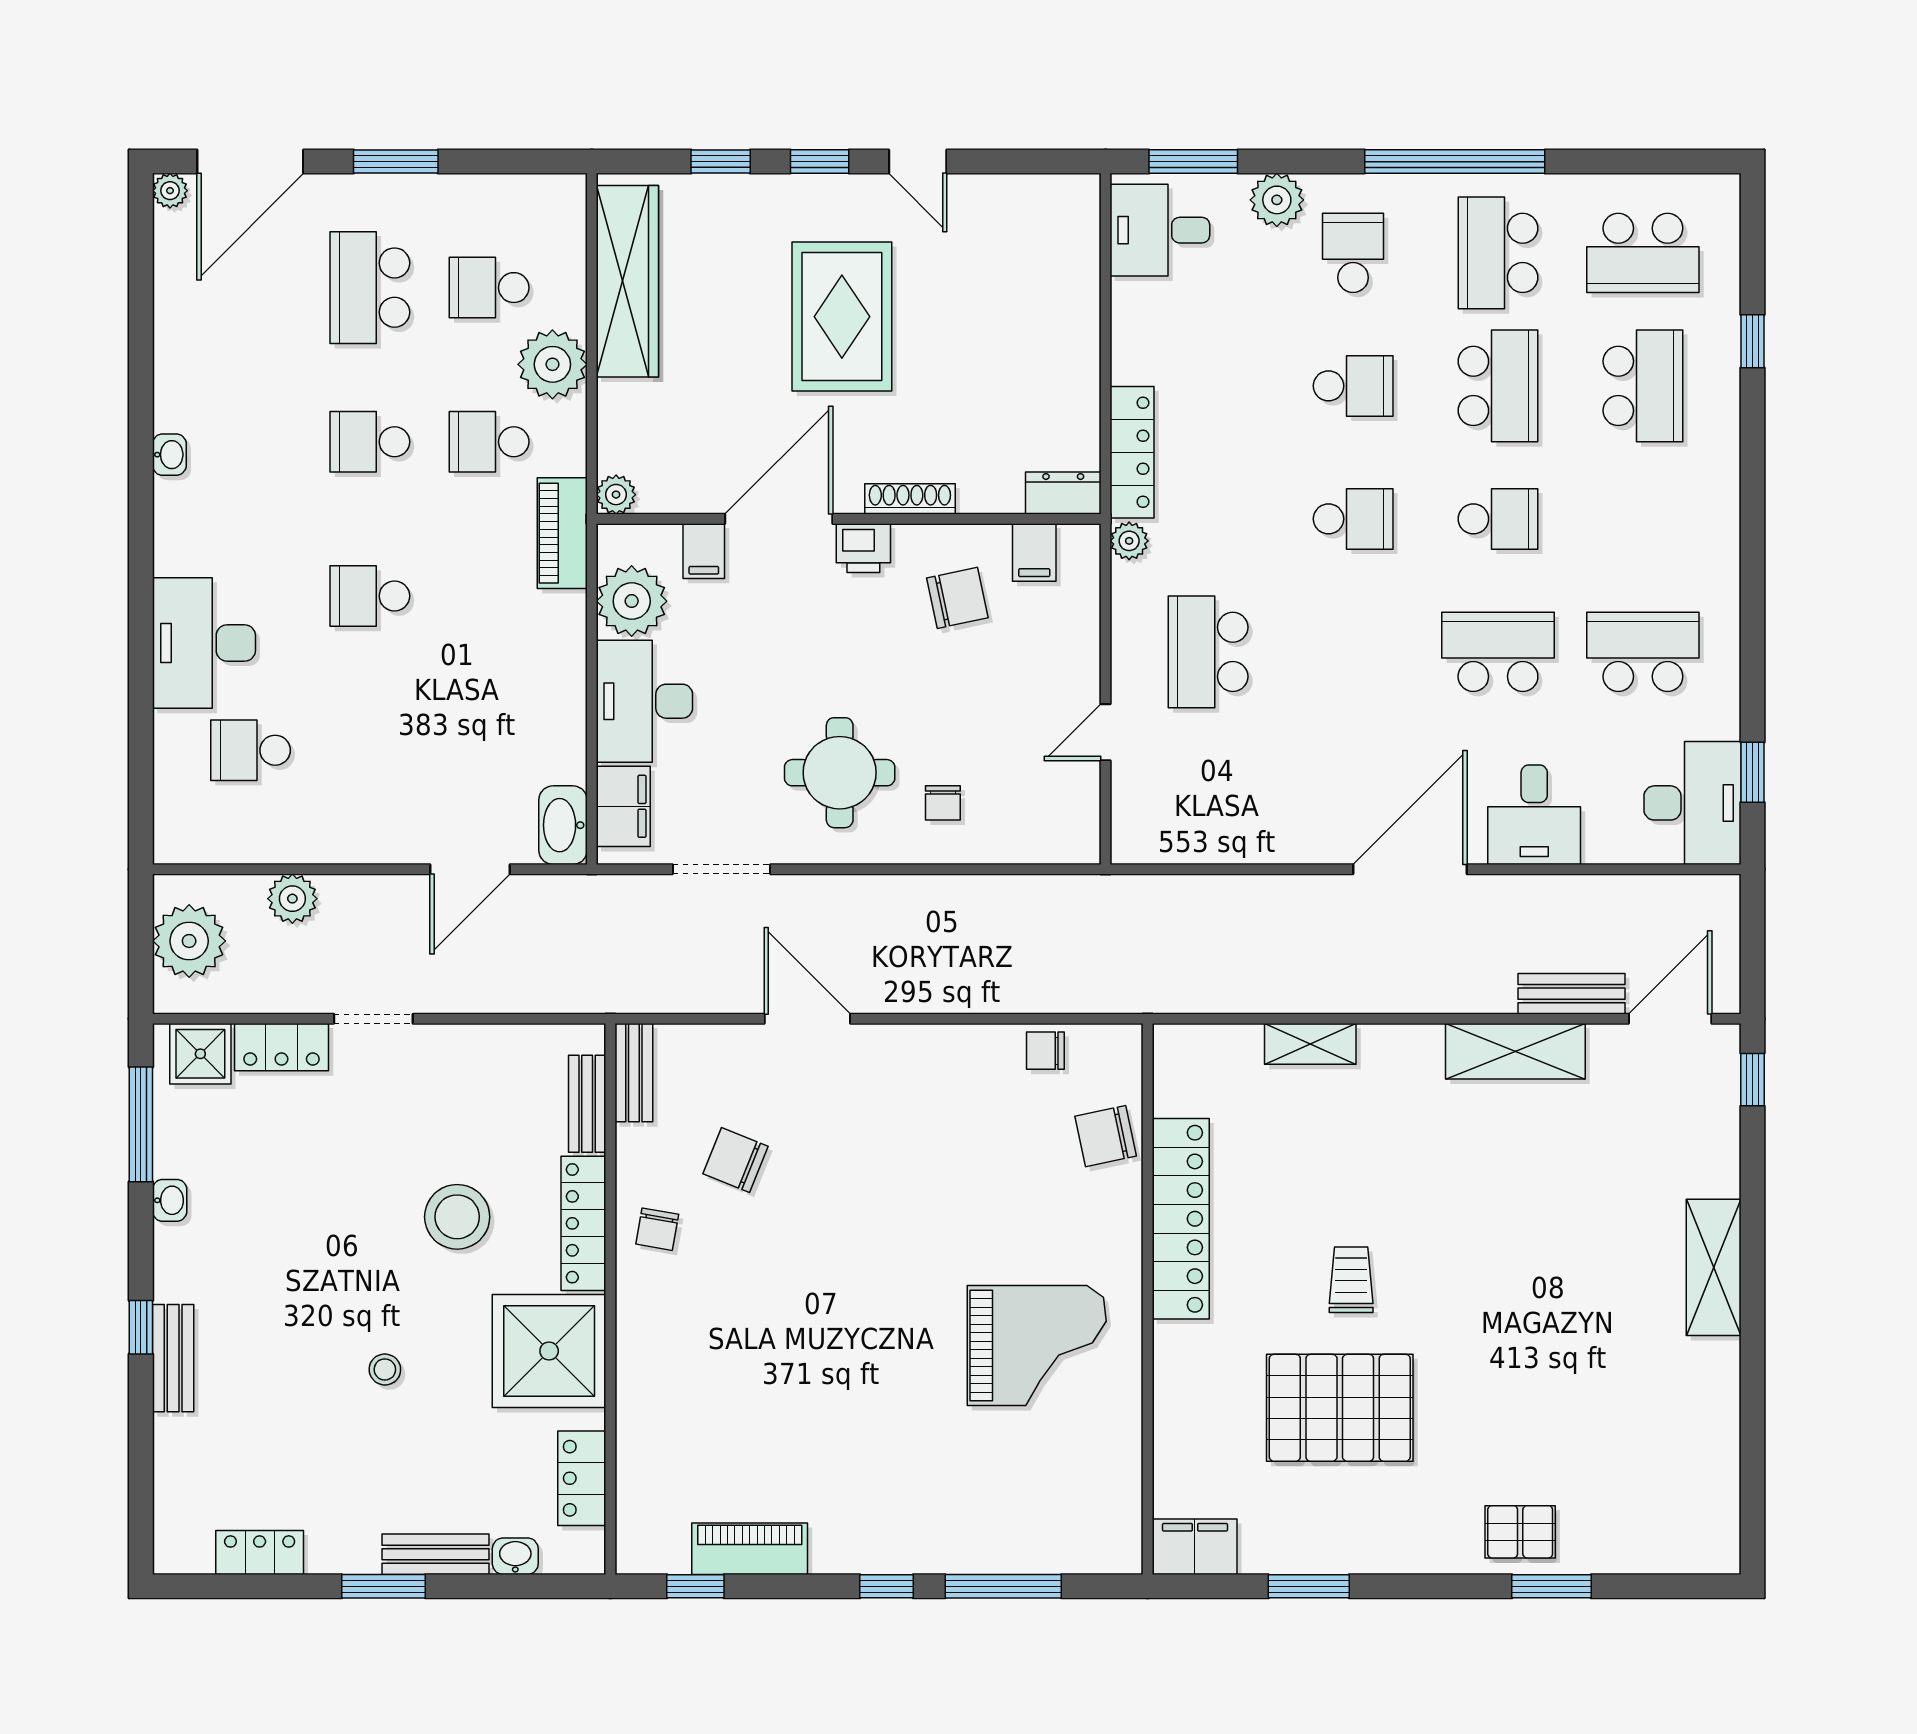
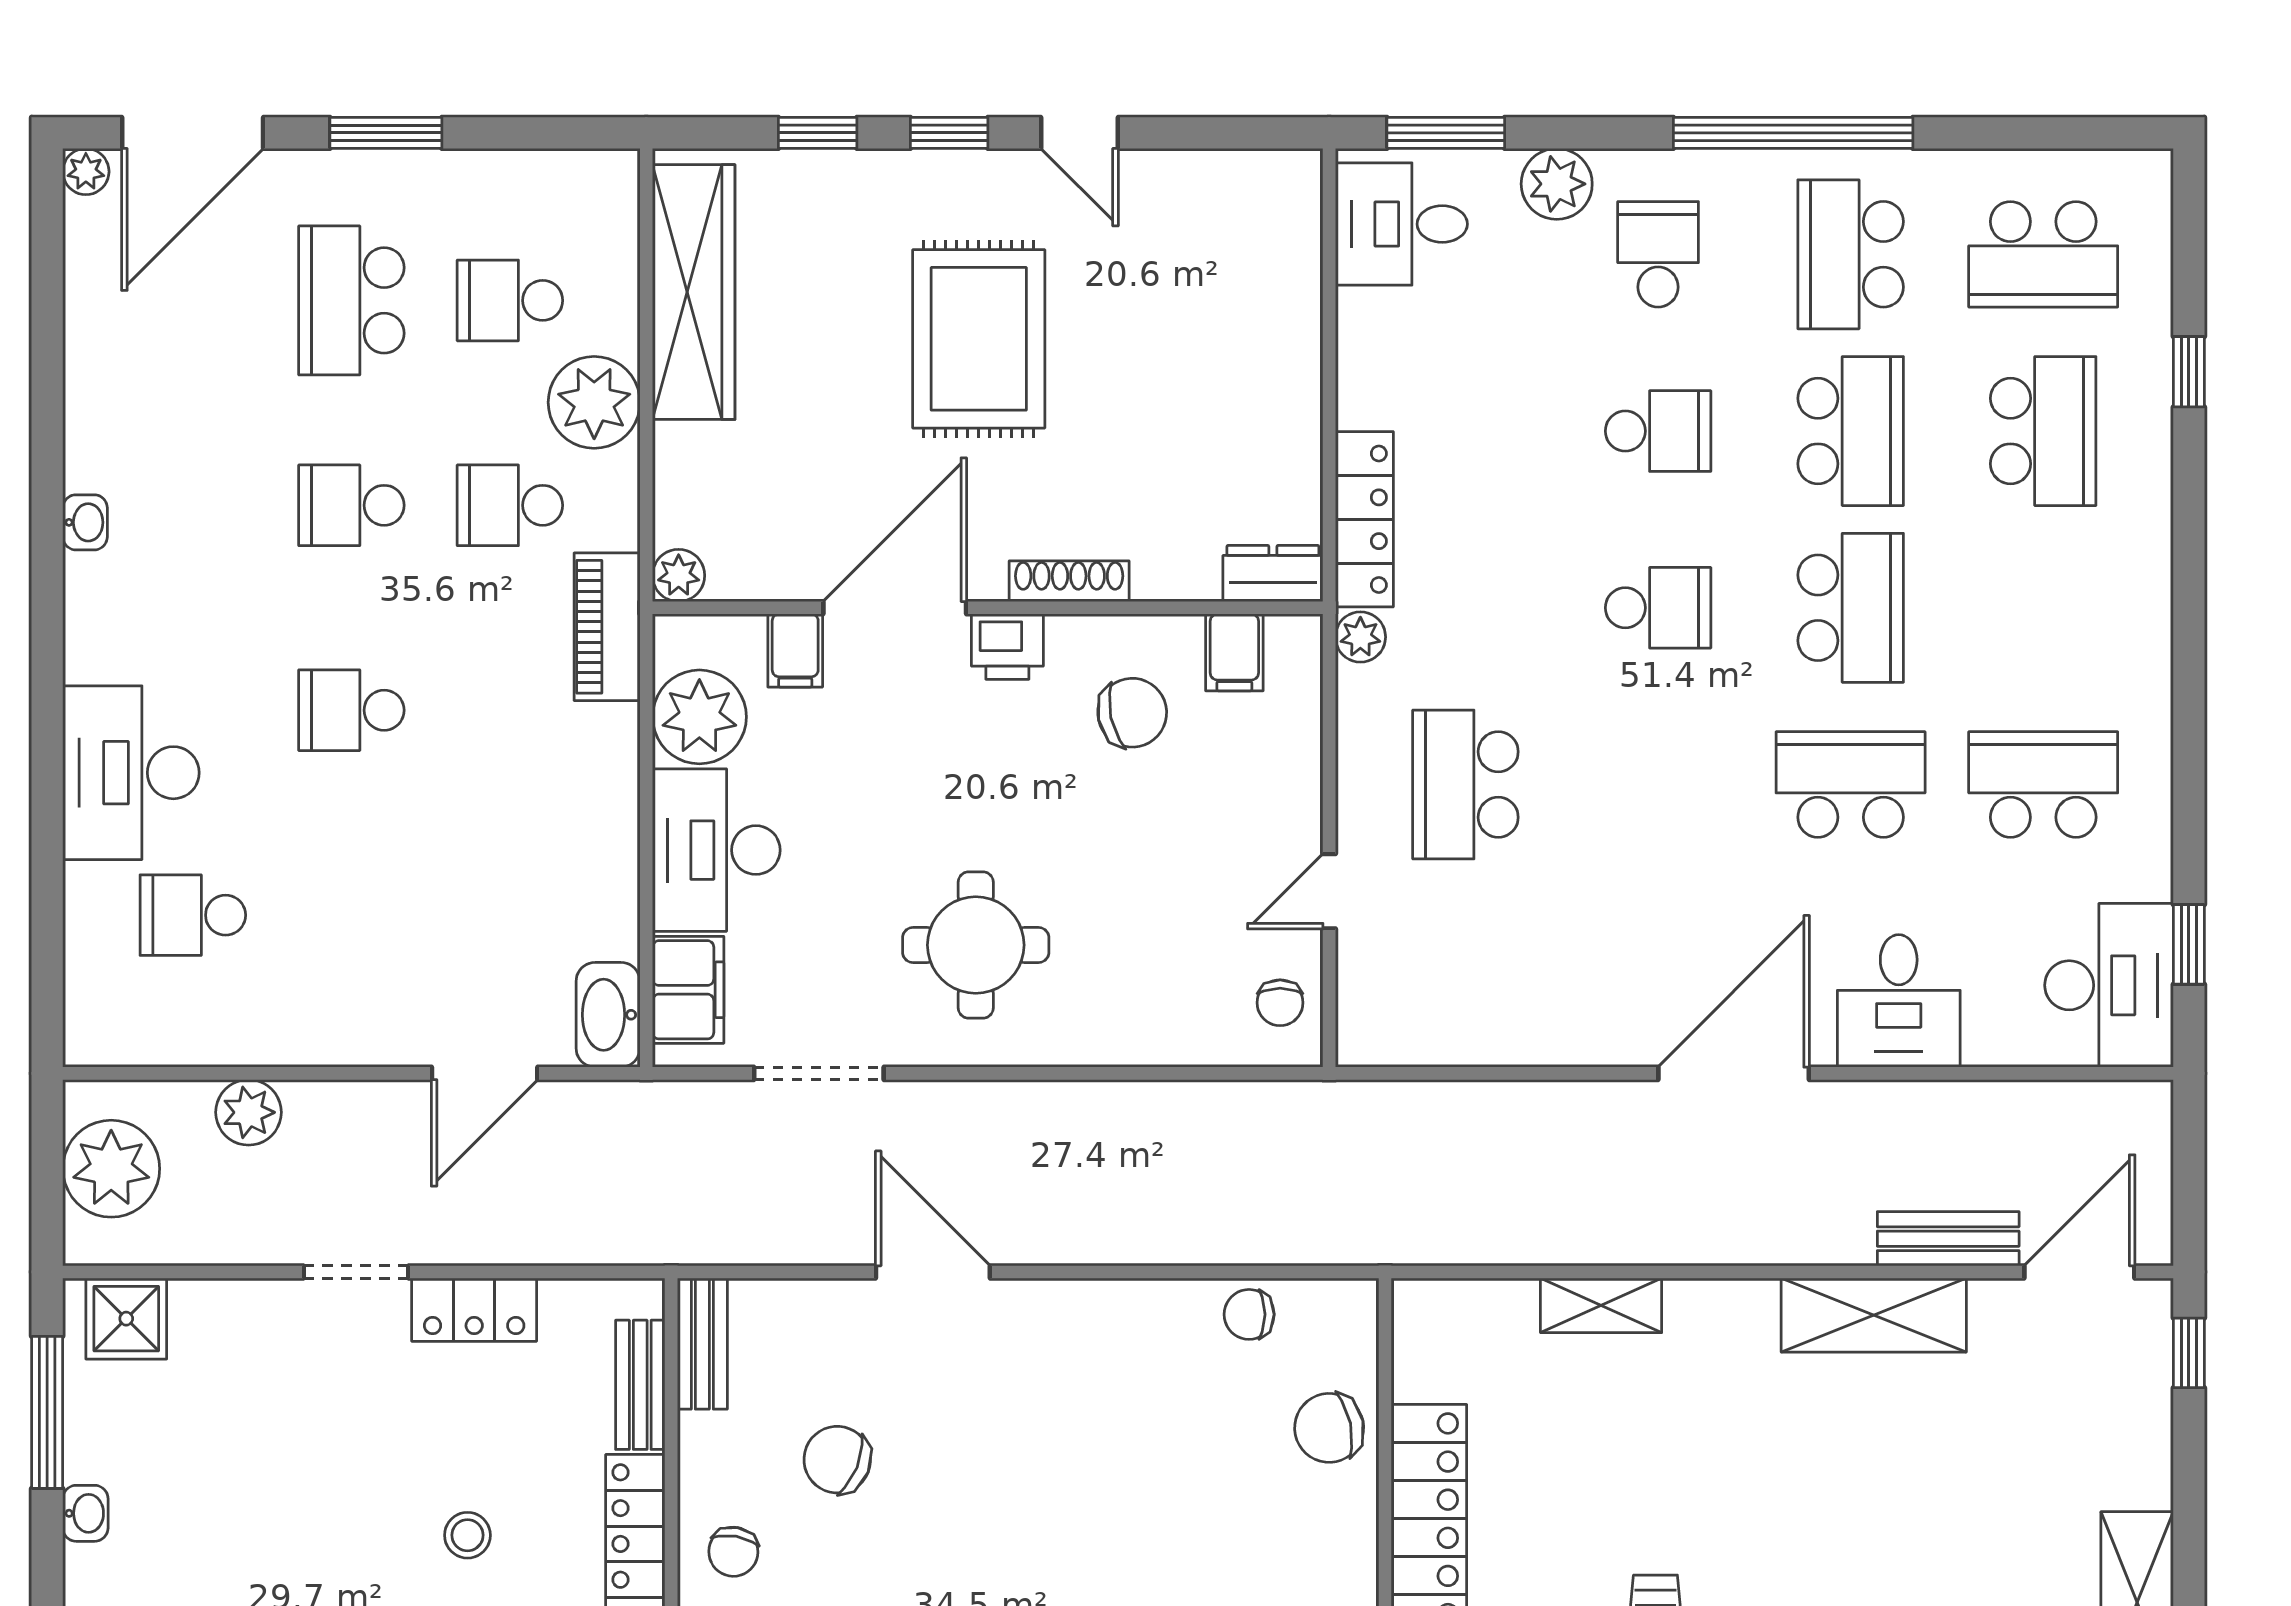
school desk: (1498, 519) -> (1851, 608), width x1.85
chair: (943, 803) -> (1280, 1003), moved
locker: (281, 1047) -> (474, 1310), moved
stool: (457, 1217) -> (467, 1535), width x0.53, depth x0.53

